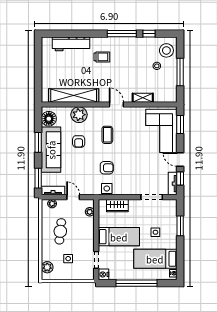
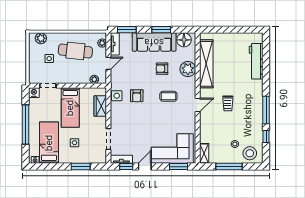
trolley: (102, 57) -> (228, 103), moved
shelving: (143, 98) -> (204, 153), moved
cafe table: (60, 231) -> (75, 51), width x1.37, depth x1.35

